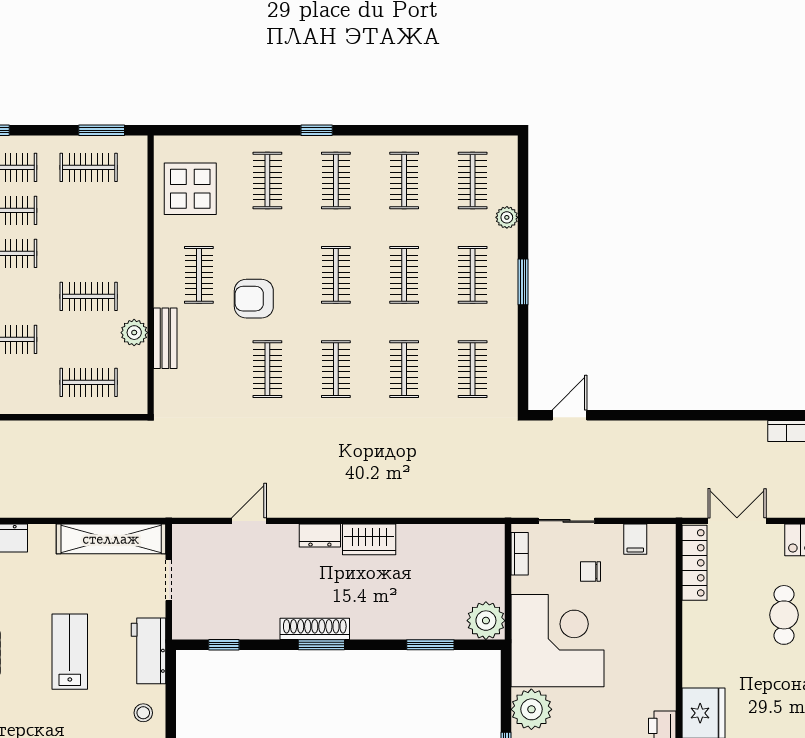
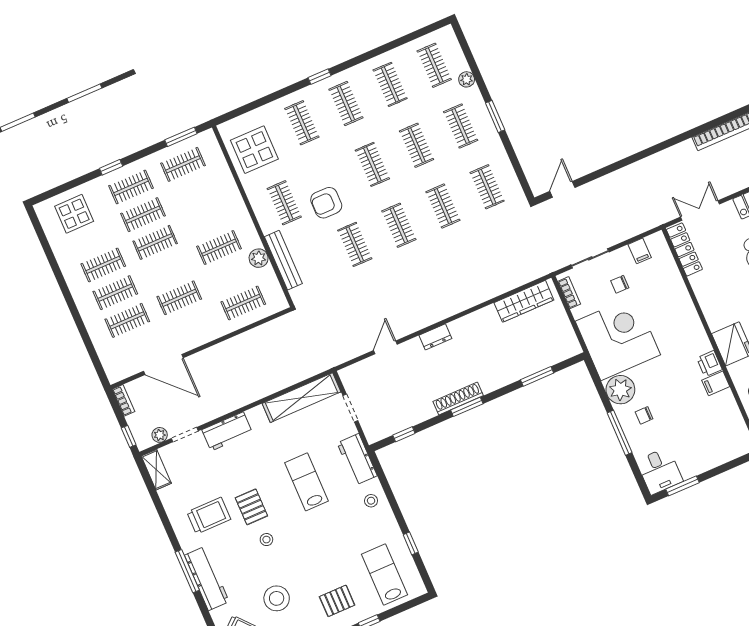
bench: (165, 338) -> (283, 260), width x1.36
wardrobe: (369, 539) -> (524, 301), moved, width x1.50
plant: (486, 621) -> (566, 345), removed

